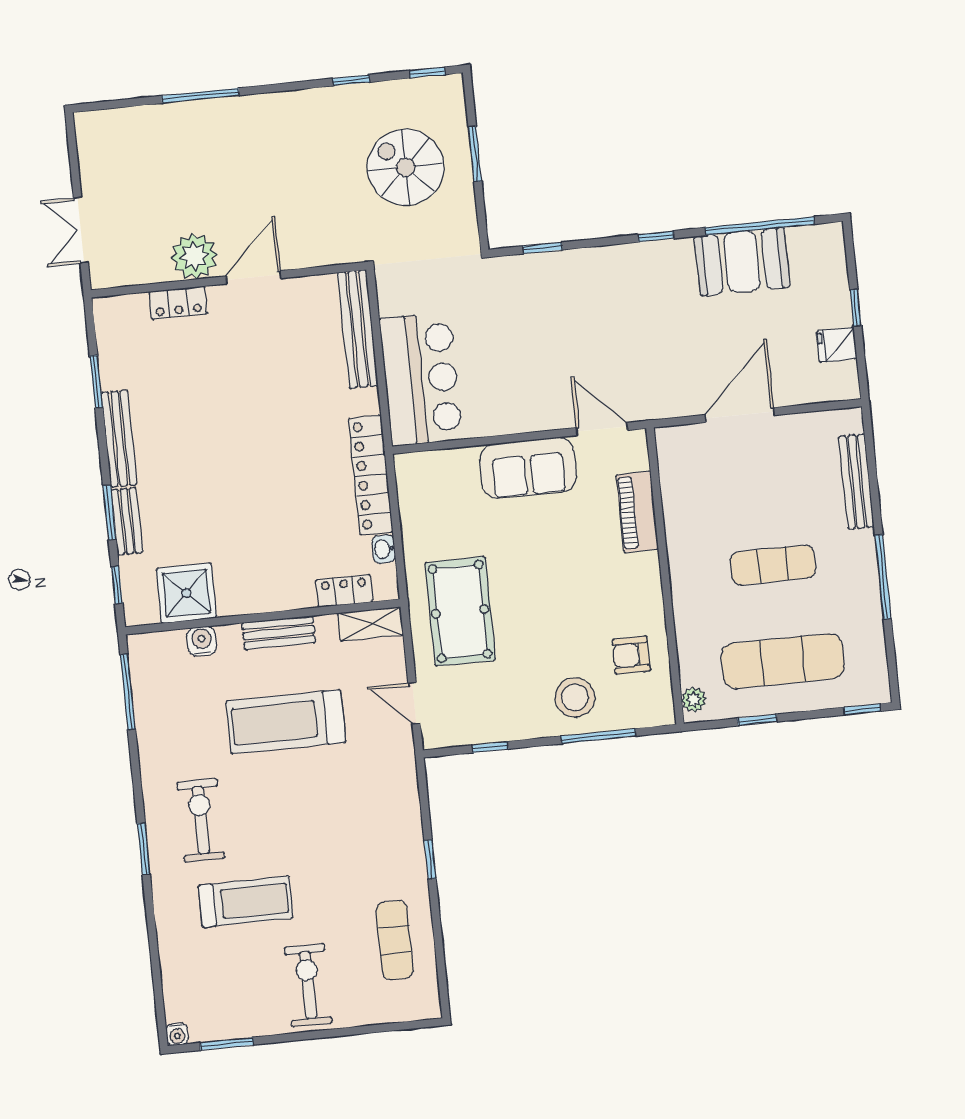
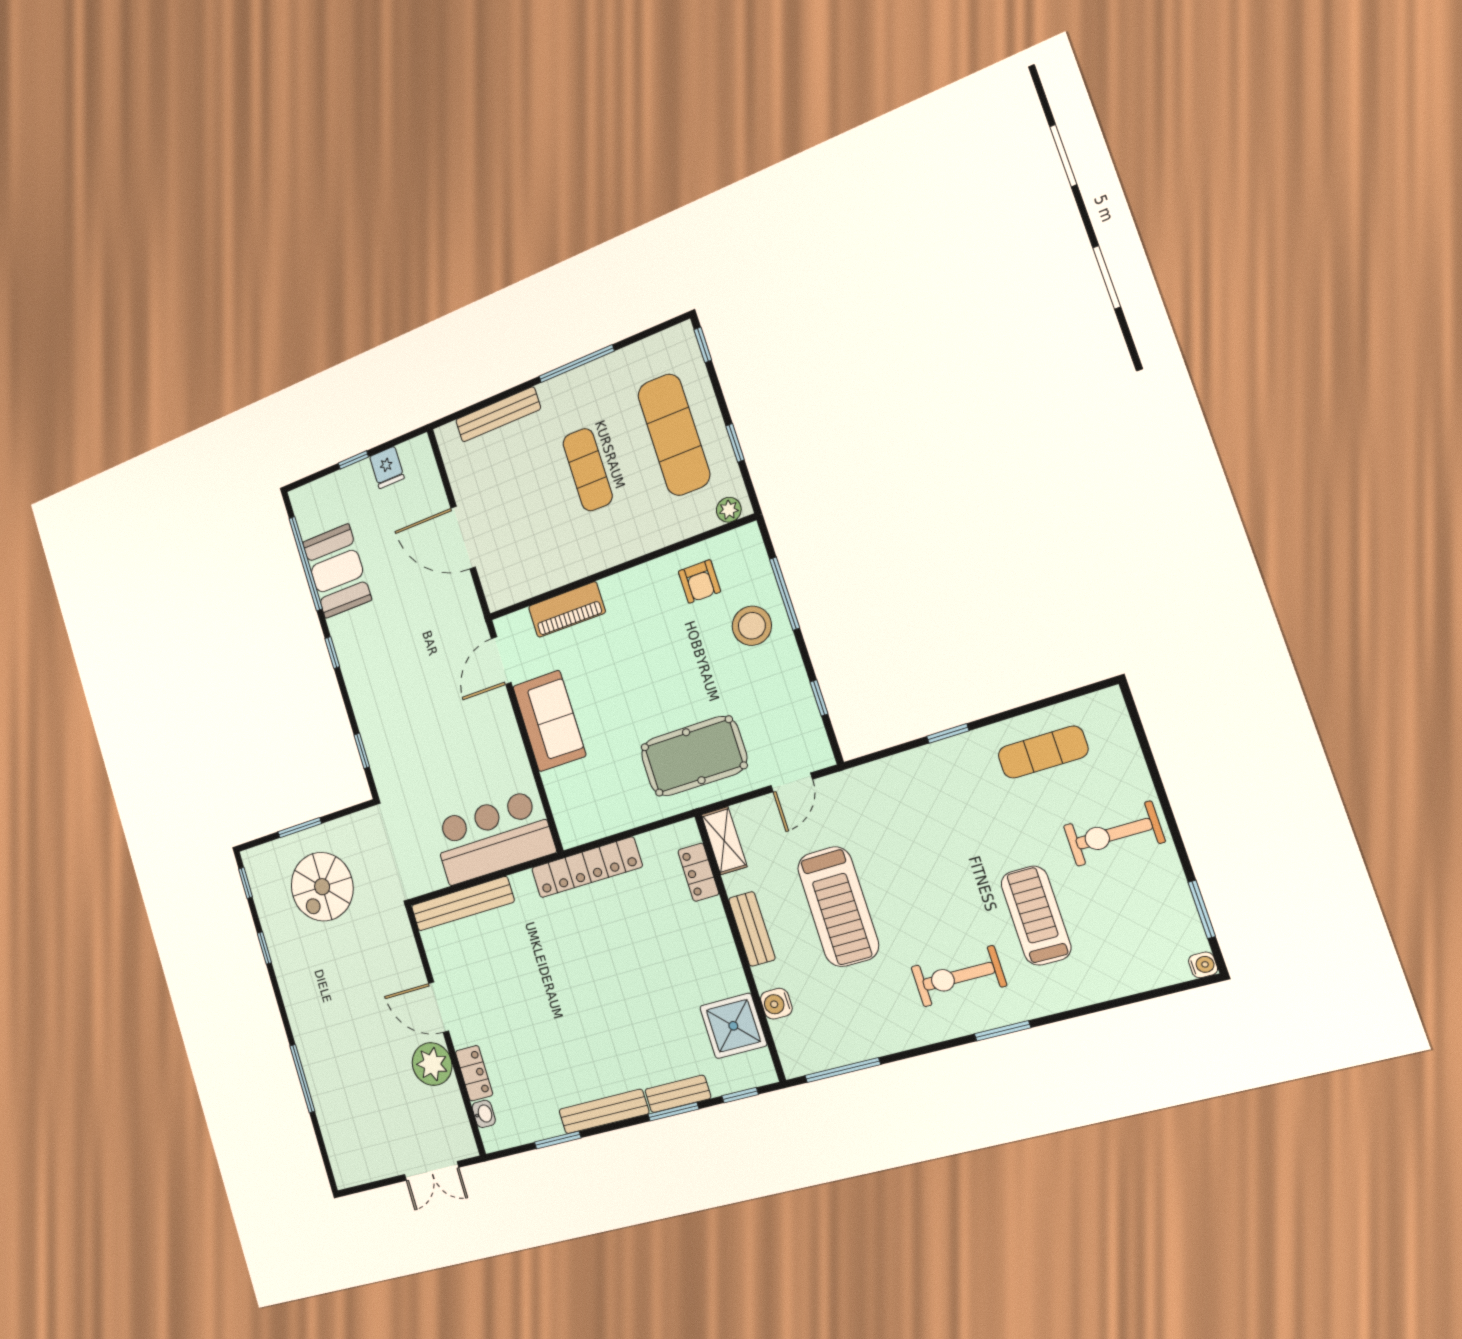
washbasin: (384, 549) -> (484, 1114), moved, turned -90

